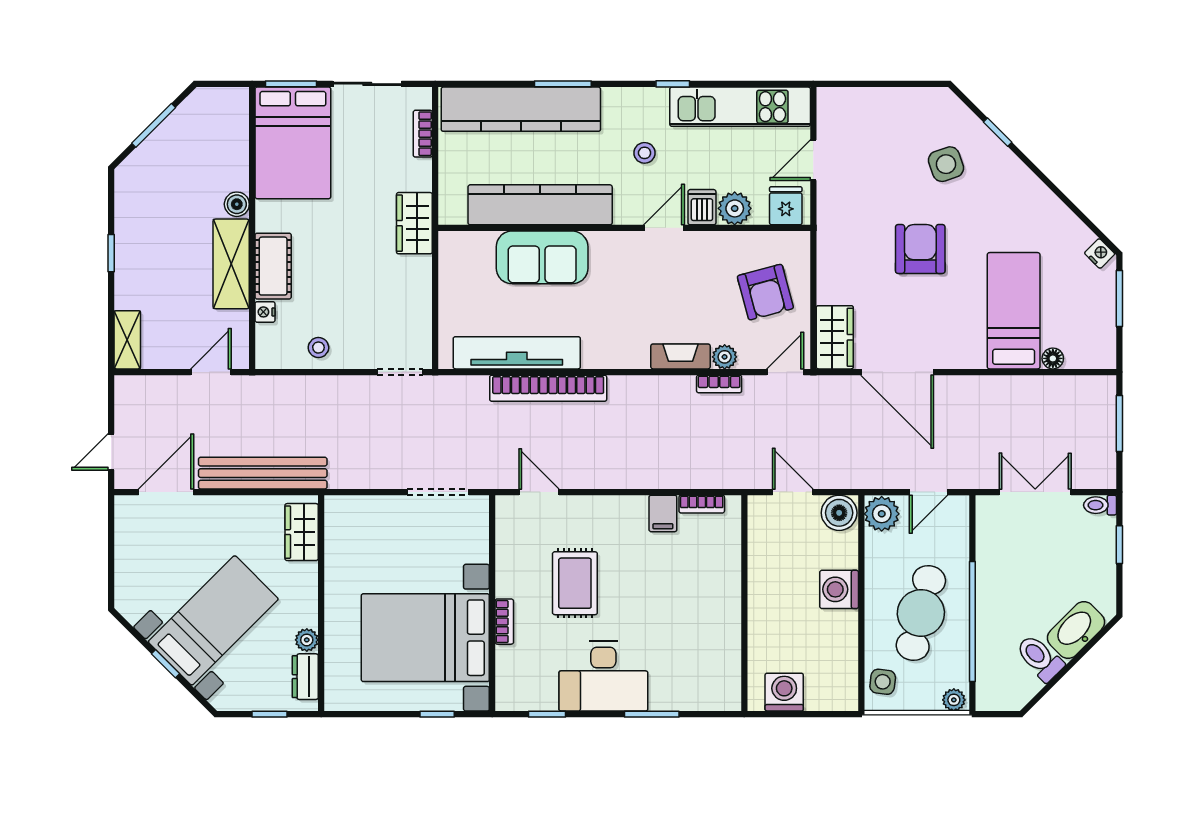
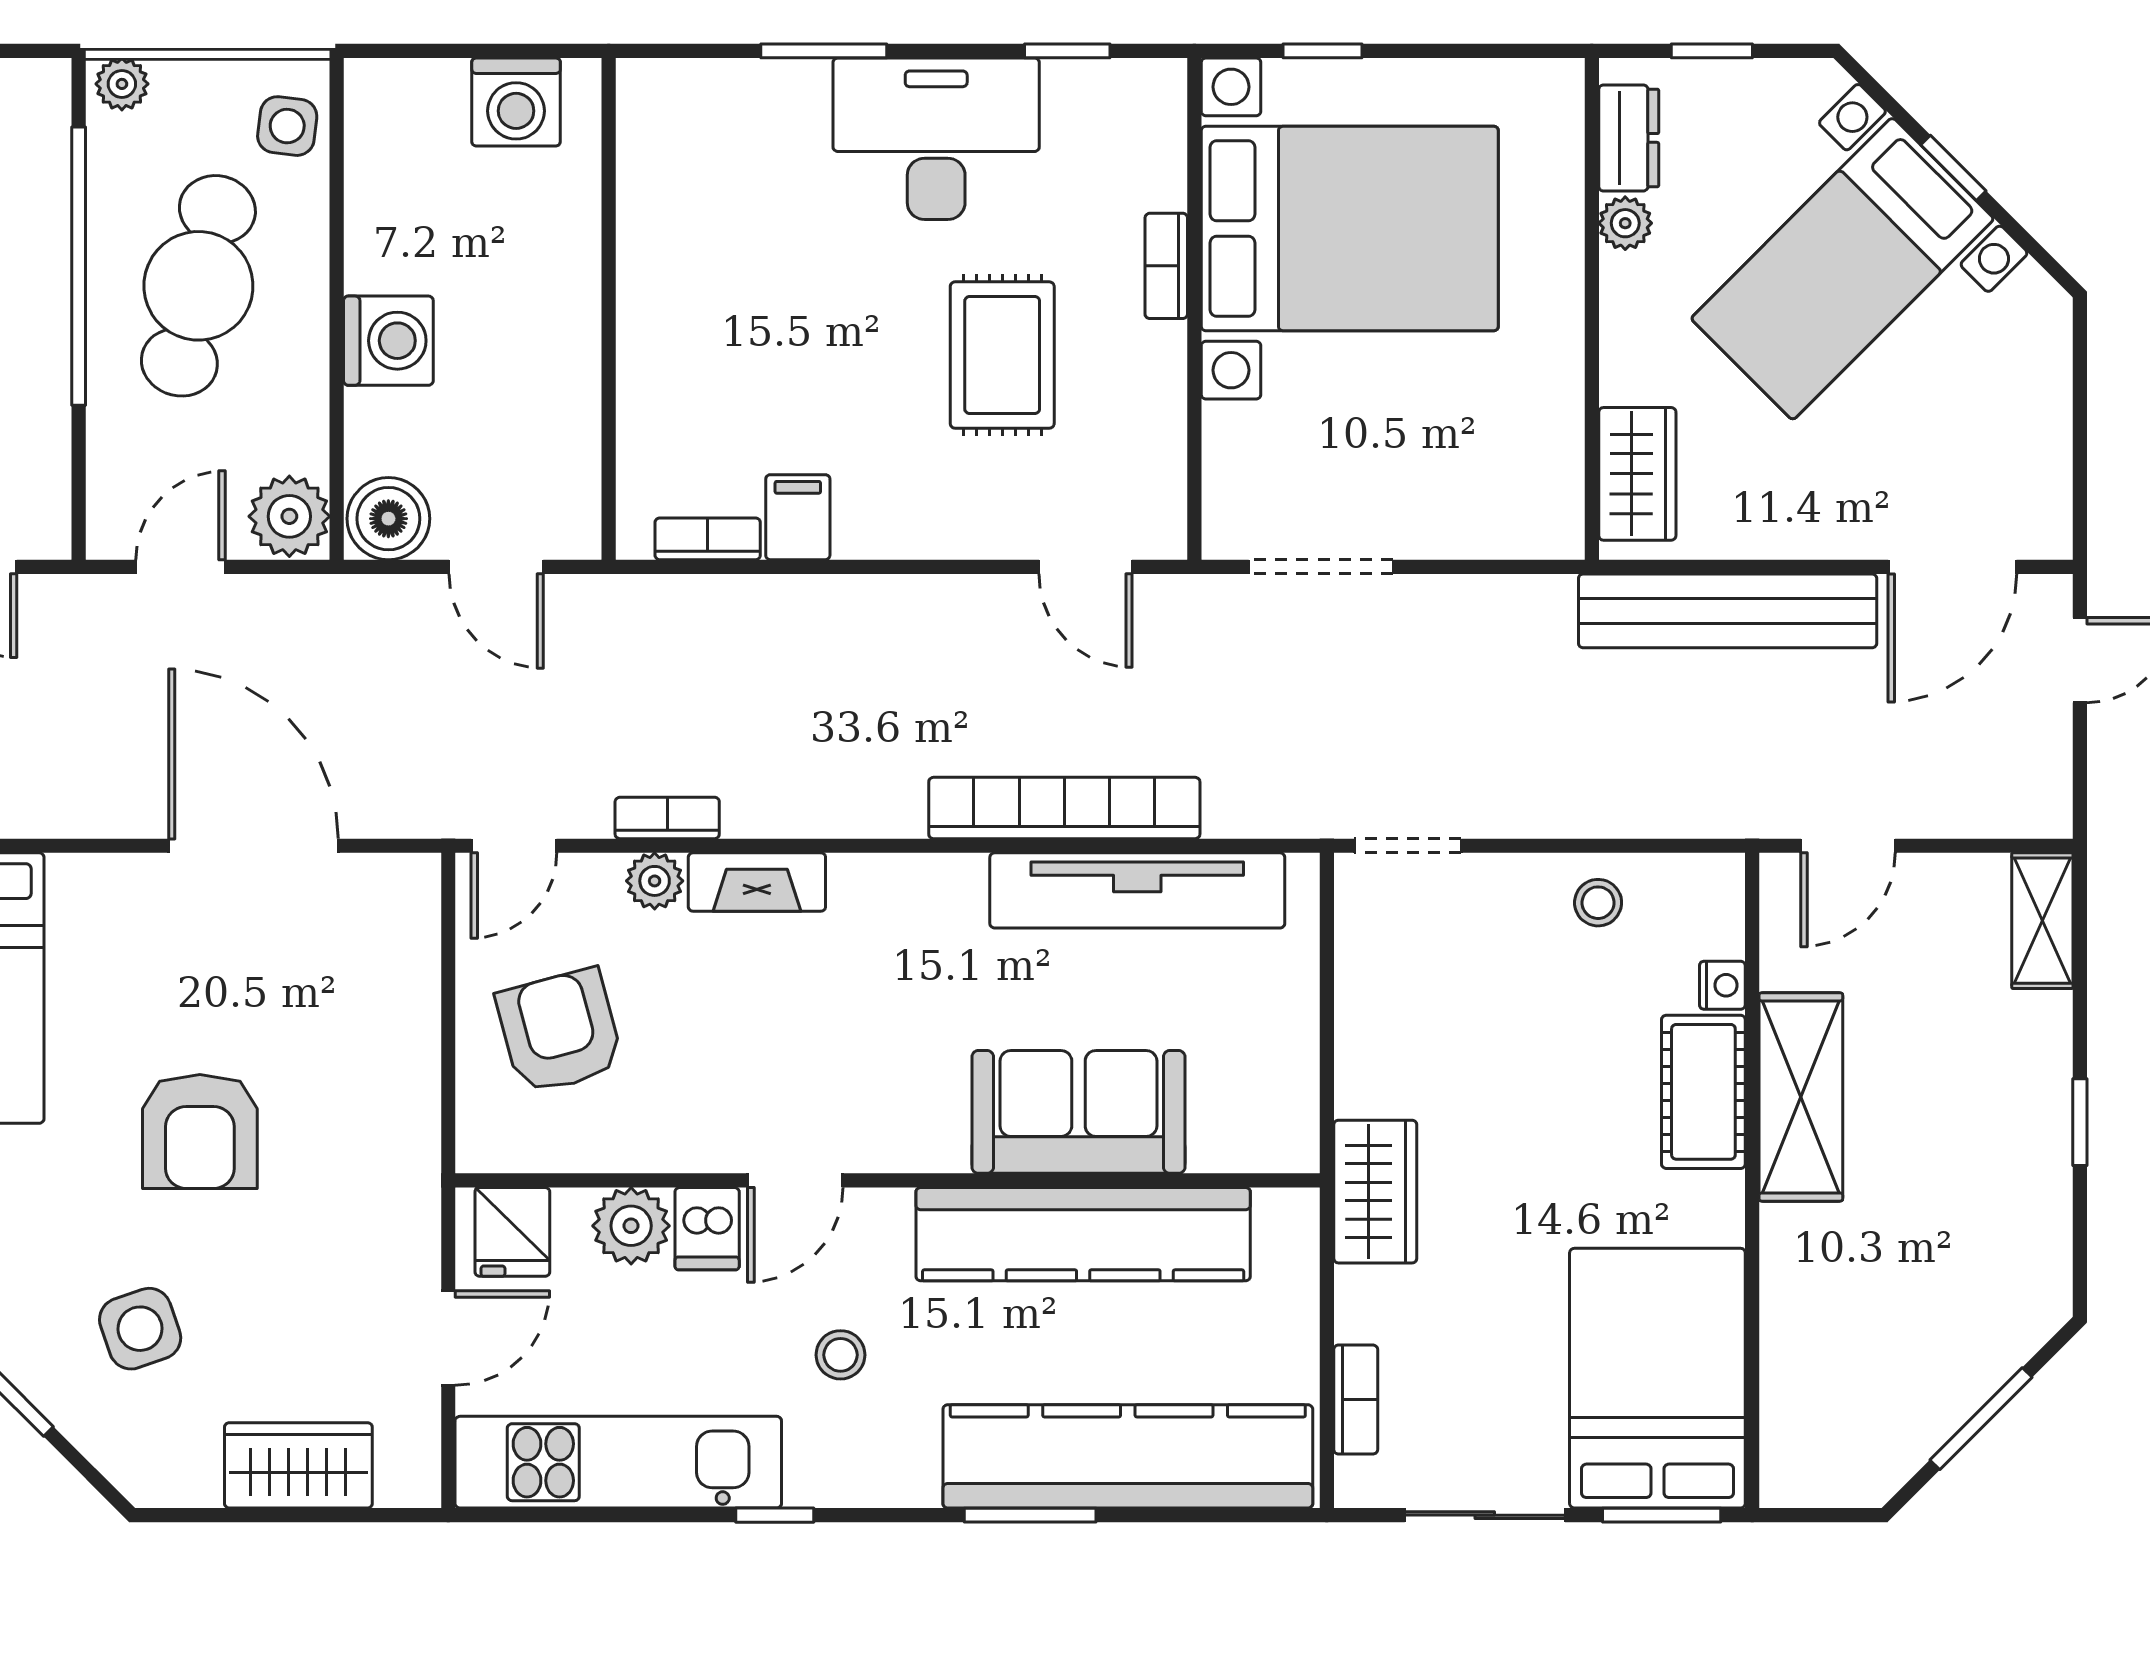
boiler: (237, 204) -> (1788, 1236), removed
wardrobe: (835, 337) -> (298, 1465), moved, turned 90

